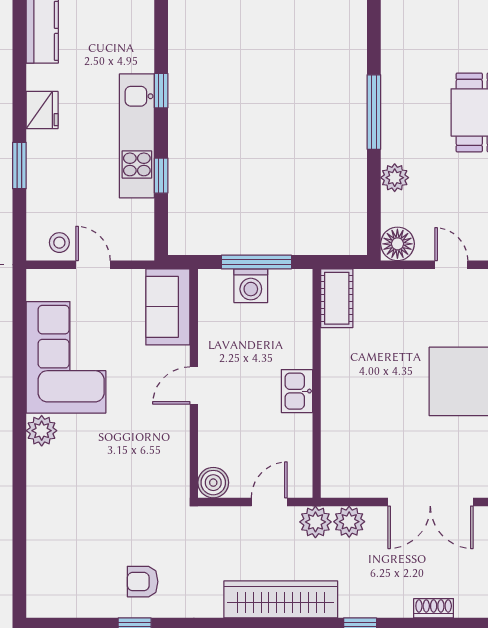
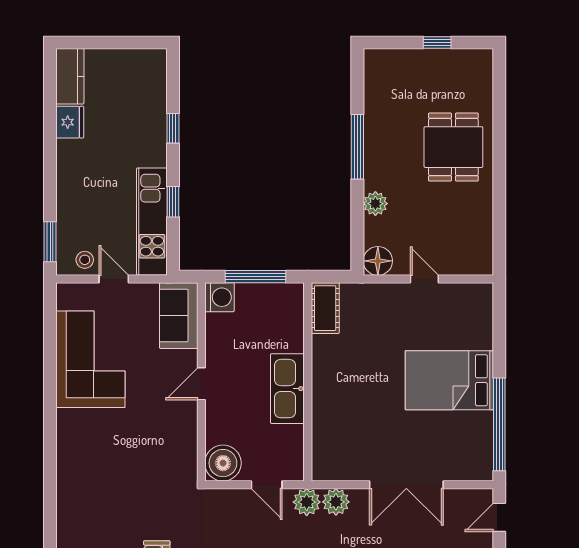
fridge: (42, 110) -> (70, 122), moved
kitchen unit: (137, 136) -> (152, 221), moved
window: (19, 166) -> (50, 242), moved
washing machine: (251, 286) -> (219, 297), moved, turned -90
kitchen sink: (297, 391) -> (287, 389), width x1.87, depth x1.24
plant: (42, 431) -> (69, 423), removed
boiler: (213, 483) -> (223, 463), width x1.37, depth x1.37
door: (269, 502) -> (267, 485), swing flipped

